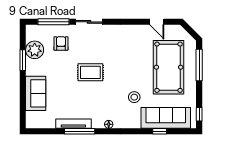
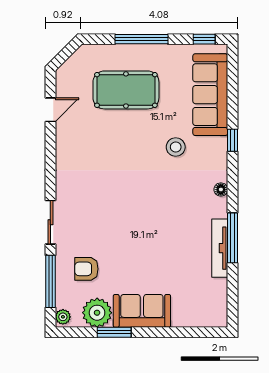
plant: (32, 29) -> (63, 317), added
window: (199, 65) -> (142, 39), moved
pool table: (169, 67) -> (126, 90), width x0.73, depth x0.76
rug: (90, 72) -> (134, 220), removed
sofa: (36, 93) -> (142, 311), moved
window: (160, 131) -> (232, 140), moved

